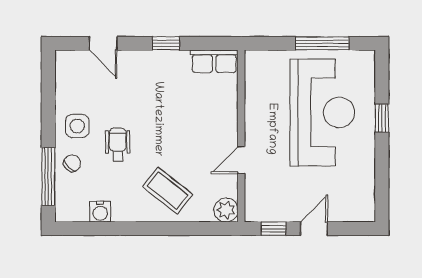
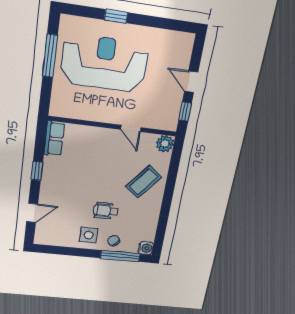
water cooler: (100, 212) -> (146, 248), moved

